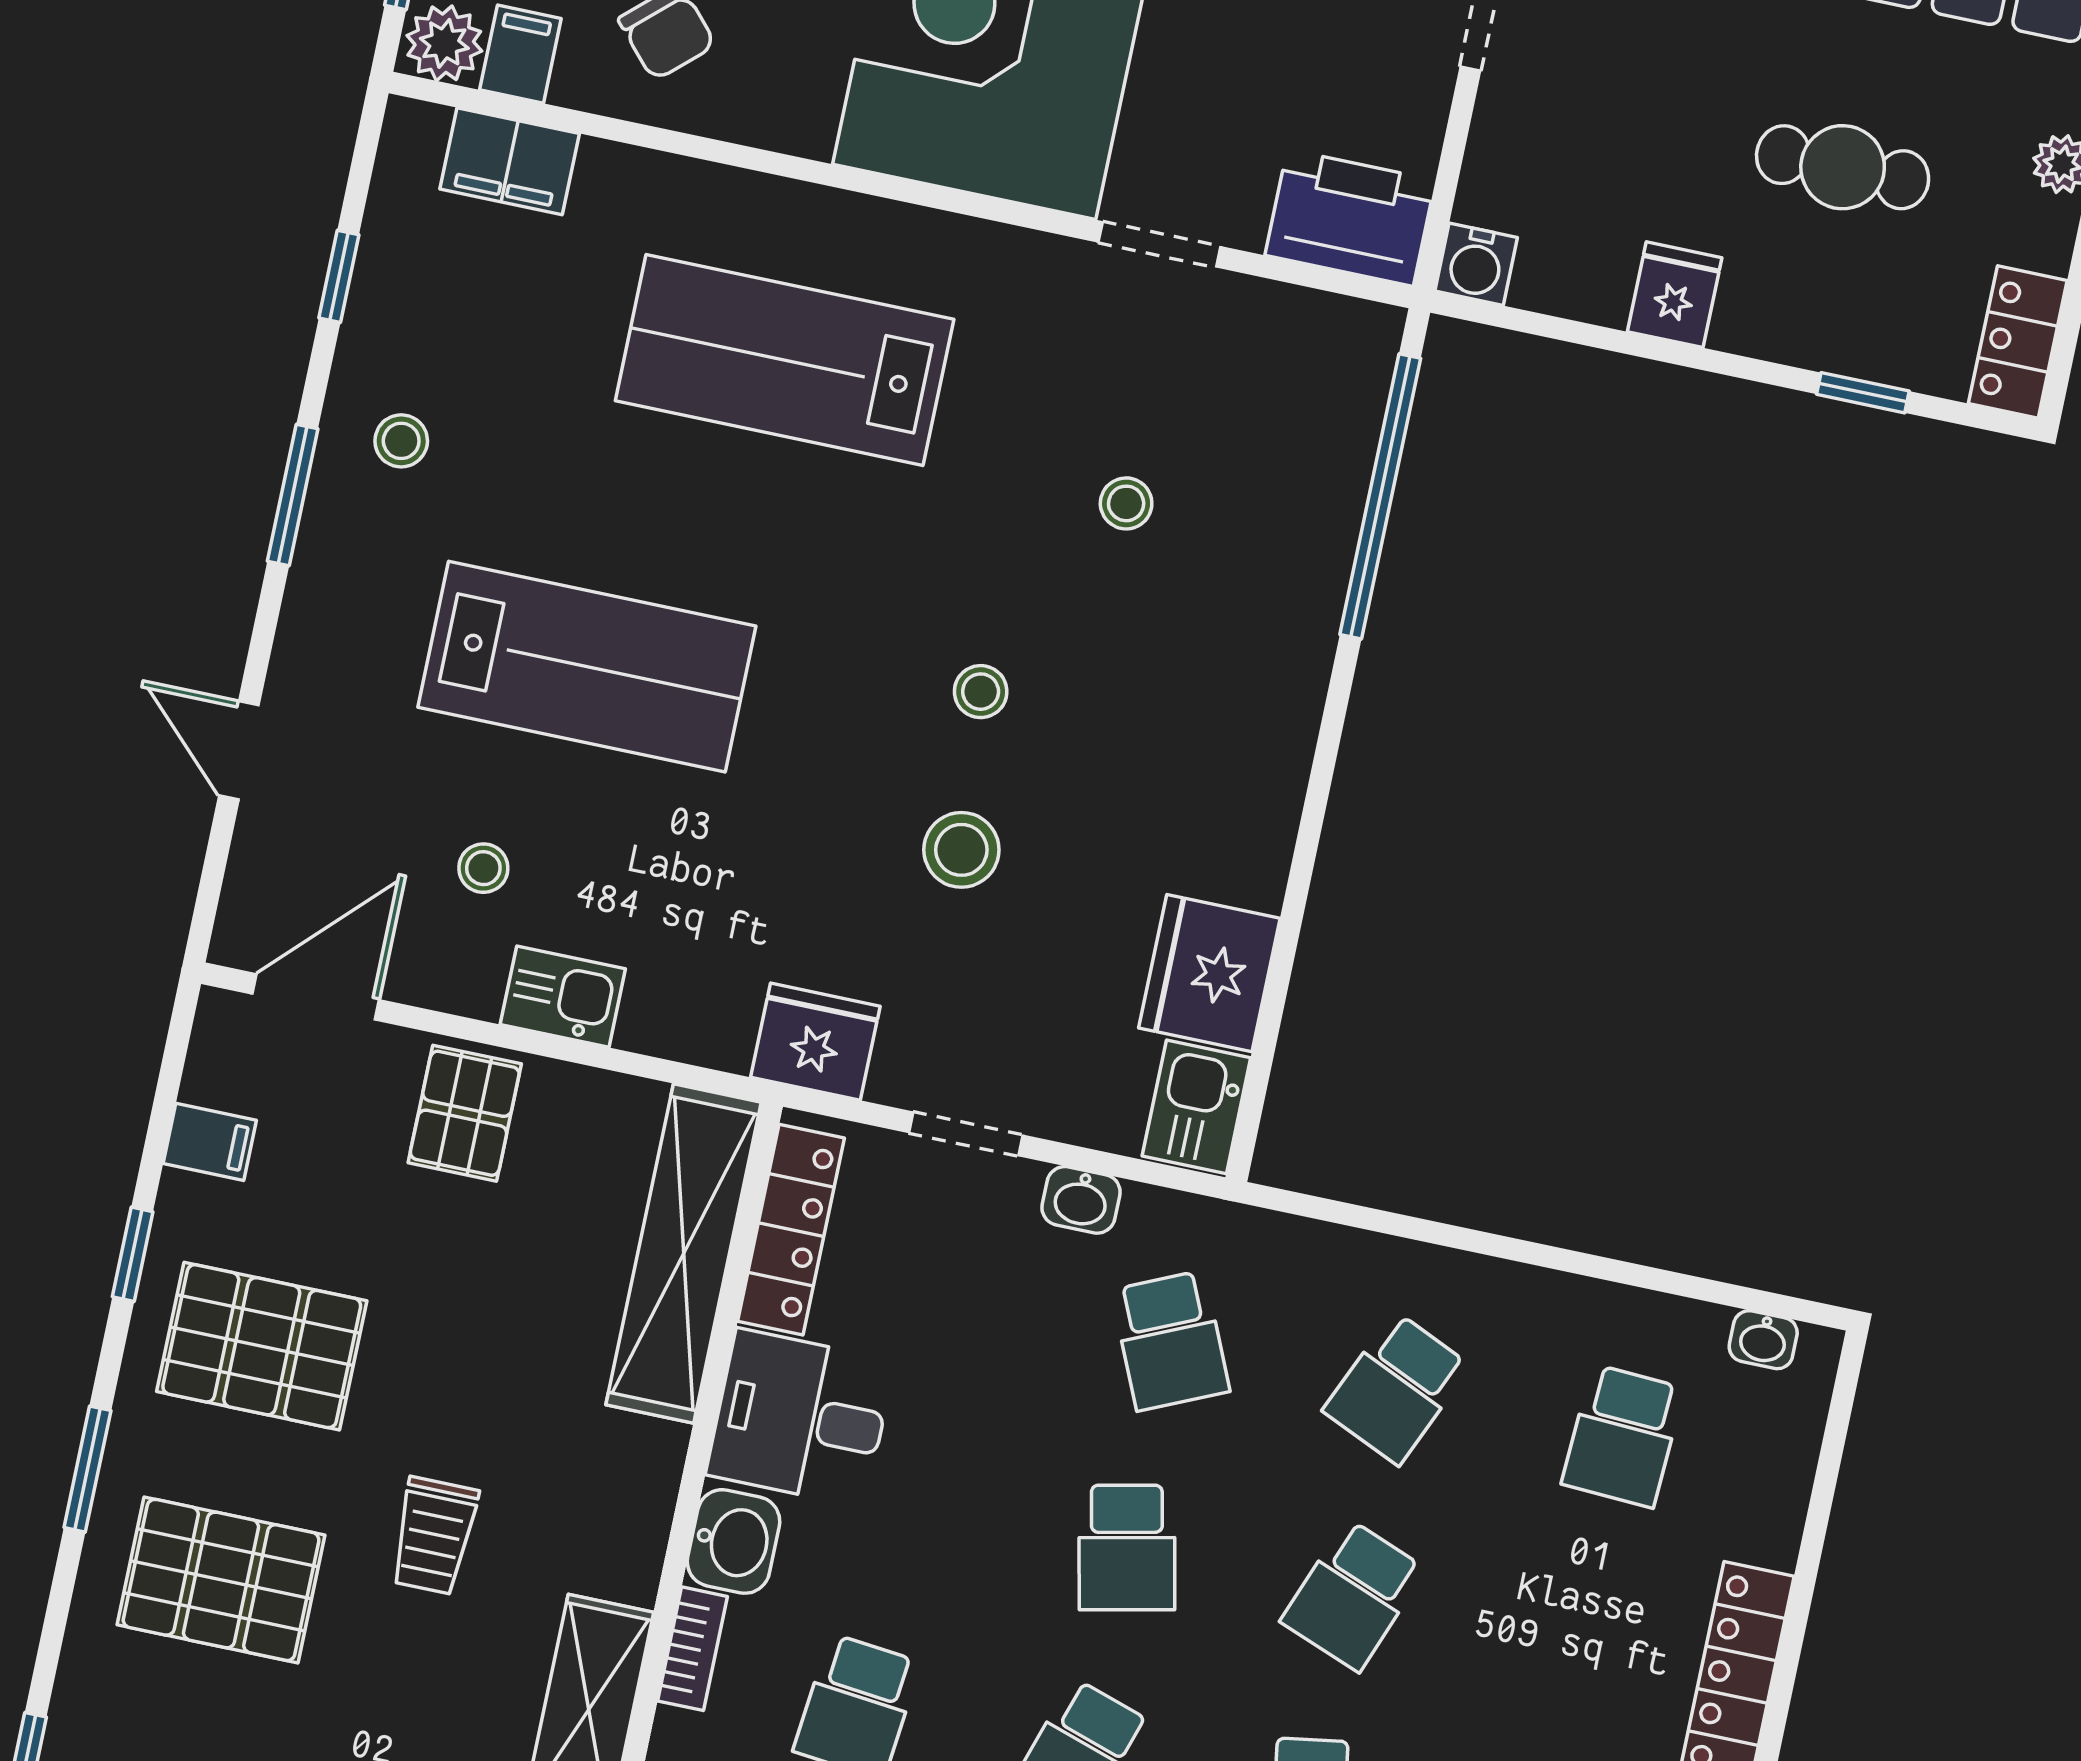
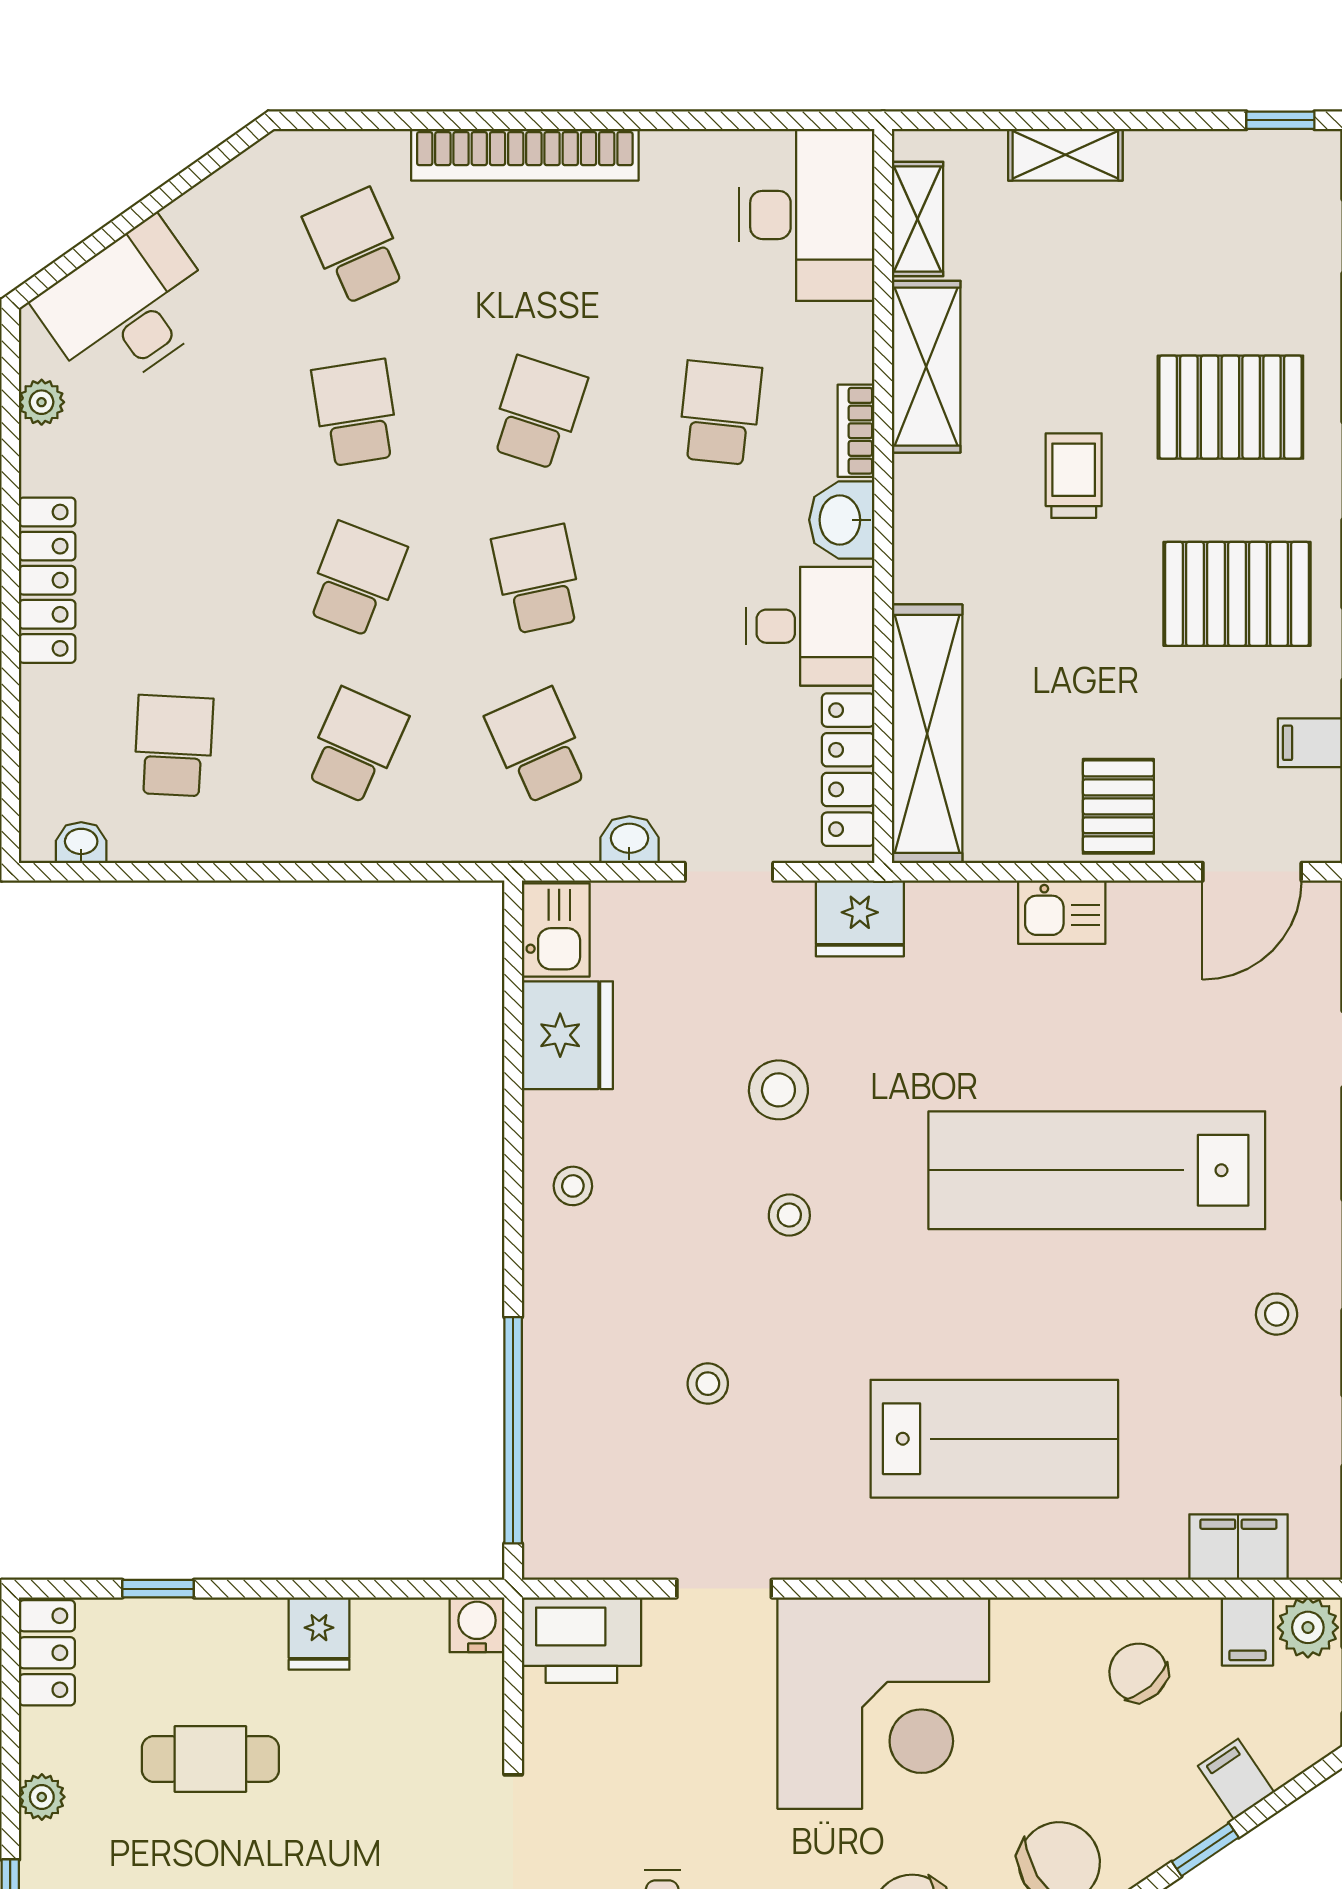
lab bench: (587, 667) -> (1097, 1170), width x1.36
stool: (483, 868) -> (573, 1186), moved

